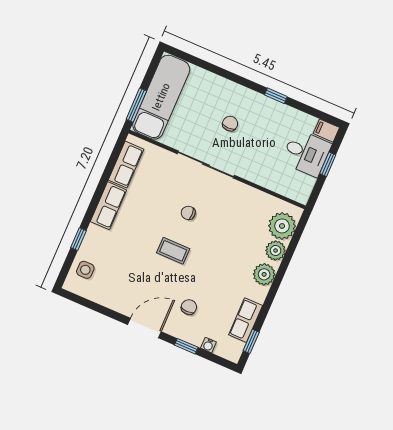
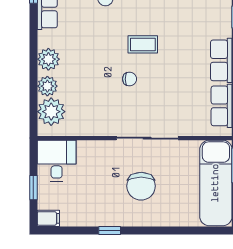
chair: (230, 124) -> (141, 186), width x1.87, depth x1.87
desk: (306, 153) -> (57, 161), moved, turned 90
chair: (188, 213) -> (130, 79), moved

